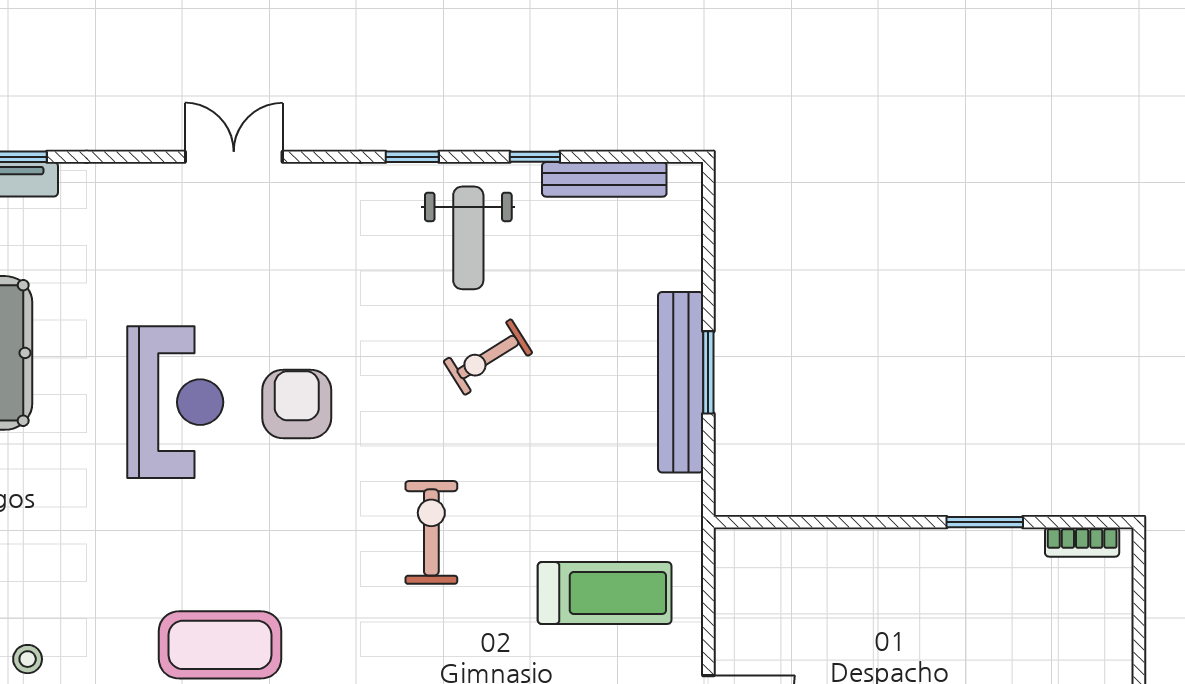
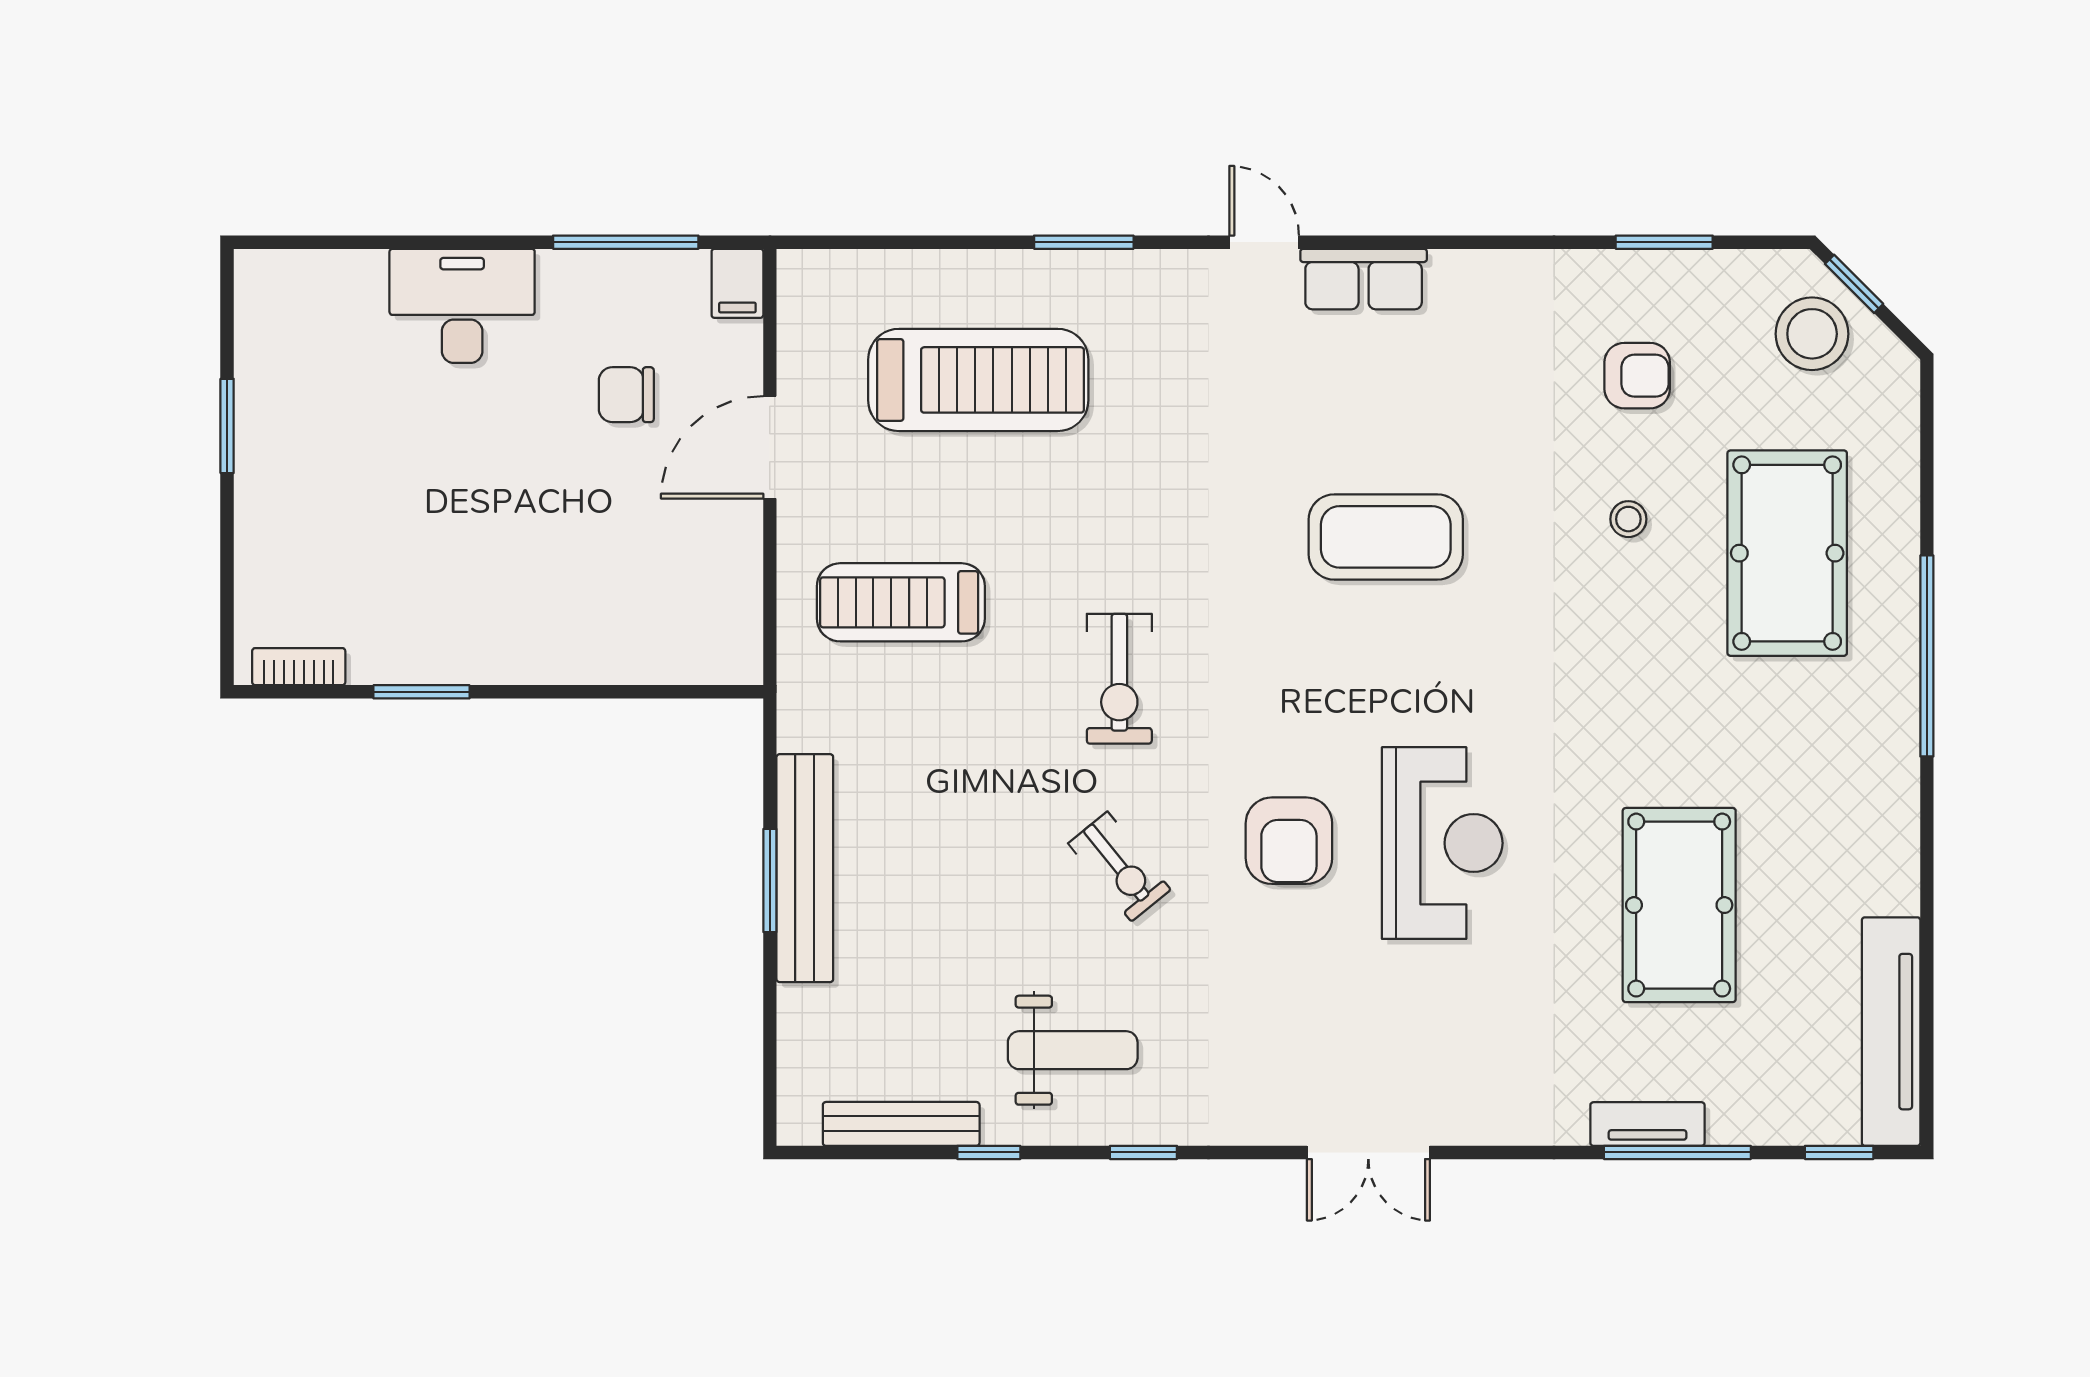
weight bench: (468, 238) -> (1073, 1050), turned 90
exercise bike: (488, 357) -> (1119, 867), moved, turned 83
reception desk: (175, 402) -> (1442, 843), turned 180

